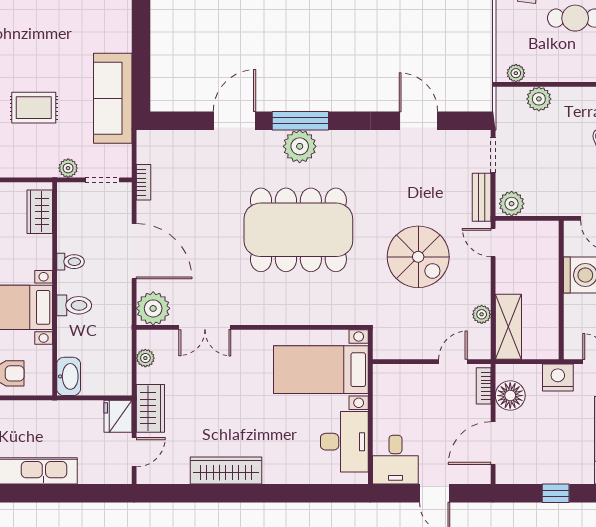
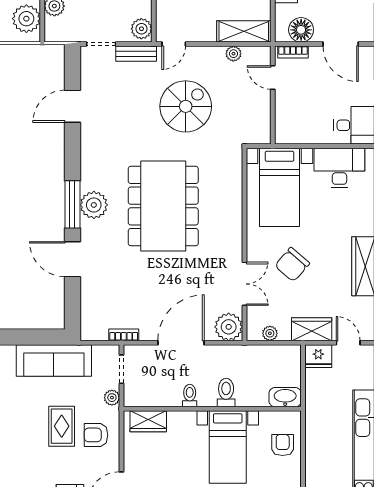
plant: (516, 73) -> (26, 19), width x1.88, depth x1.88
armchair: (23, 149) -> (96, 435), added
chair: (228, 385) -> (292, 264), added

